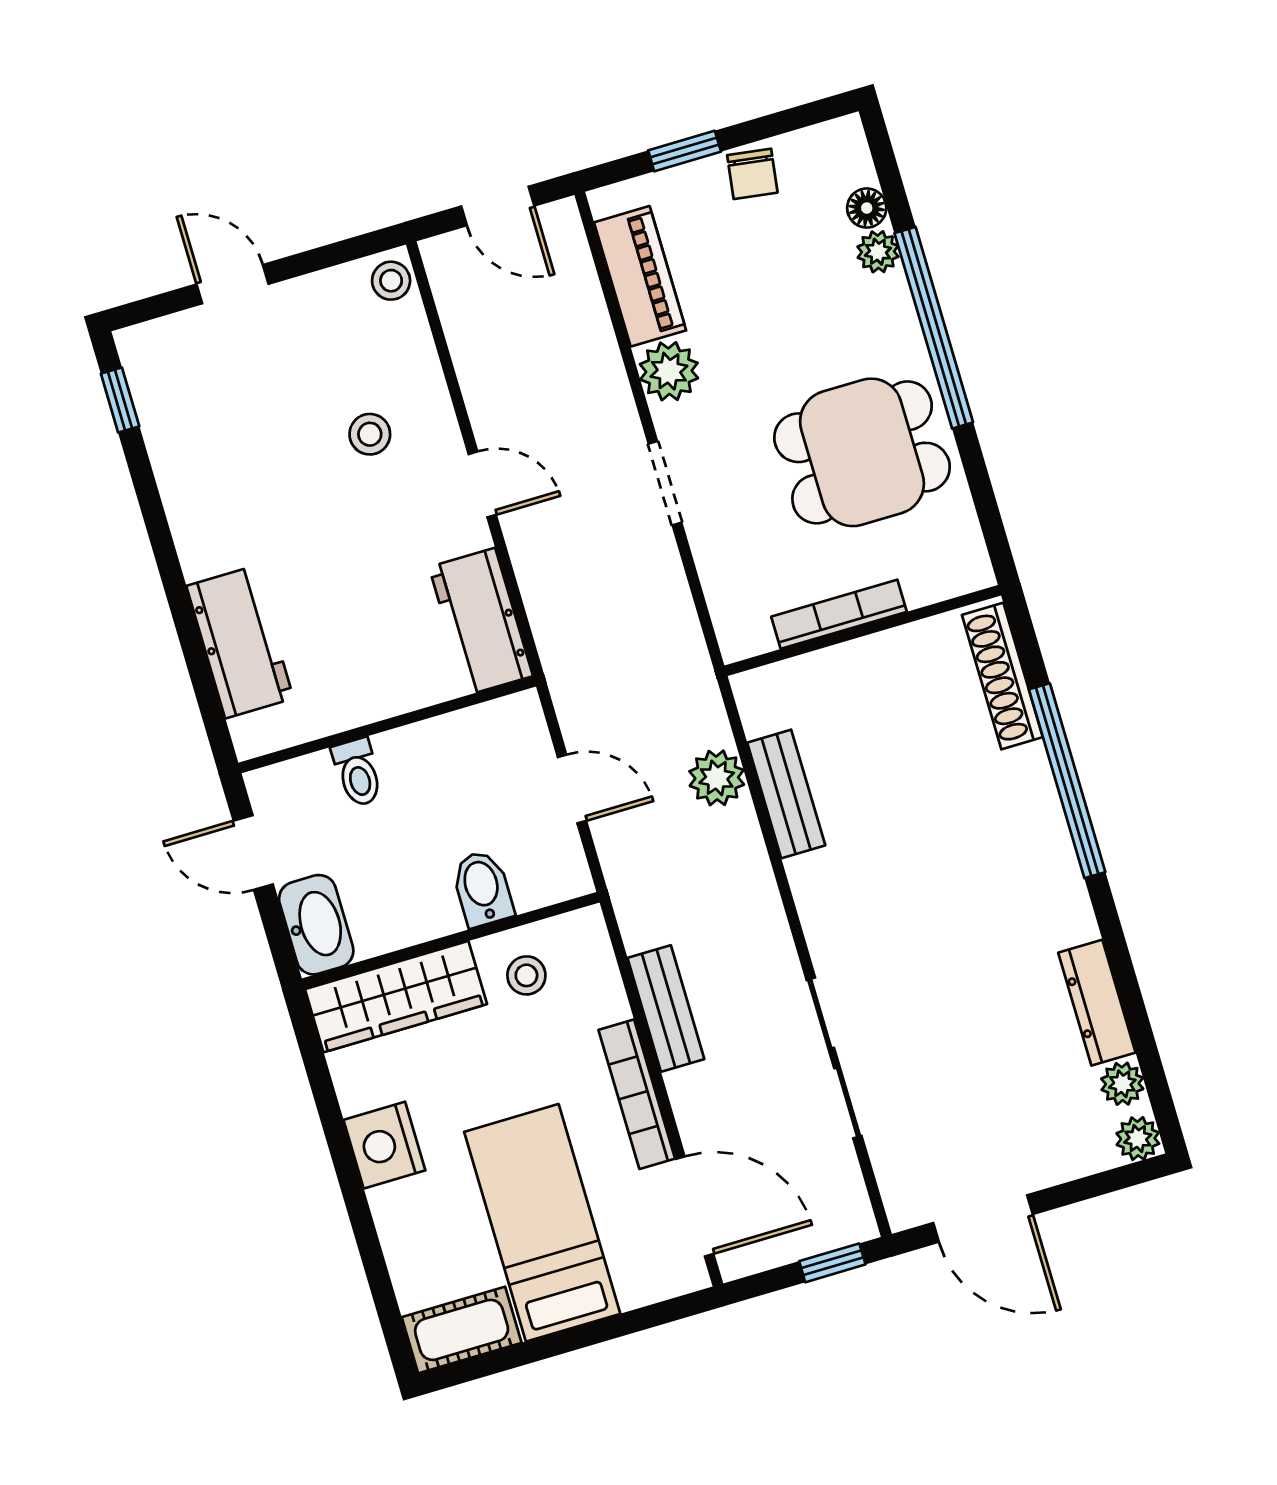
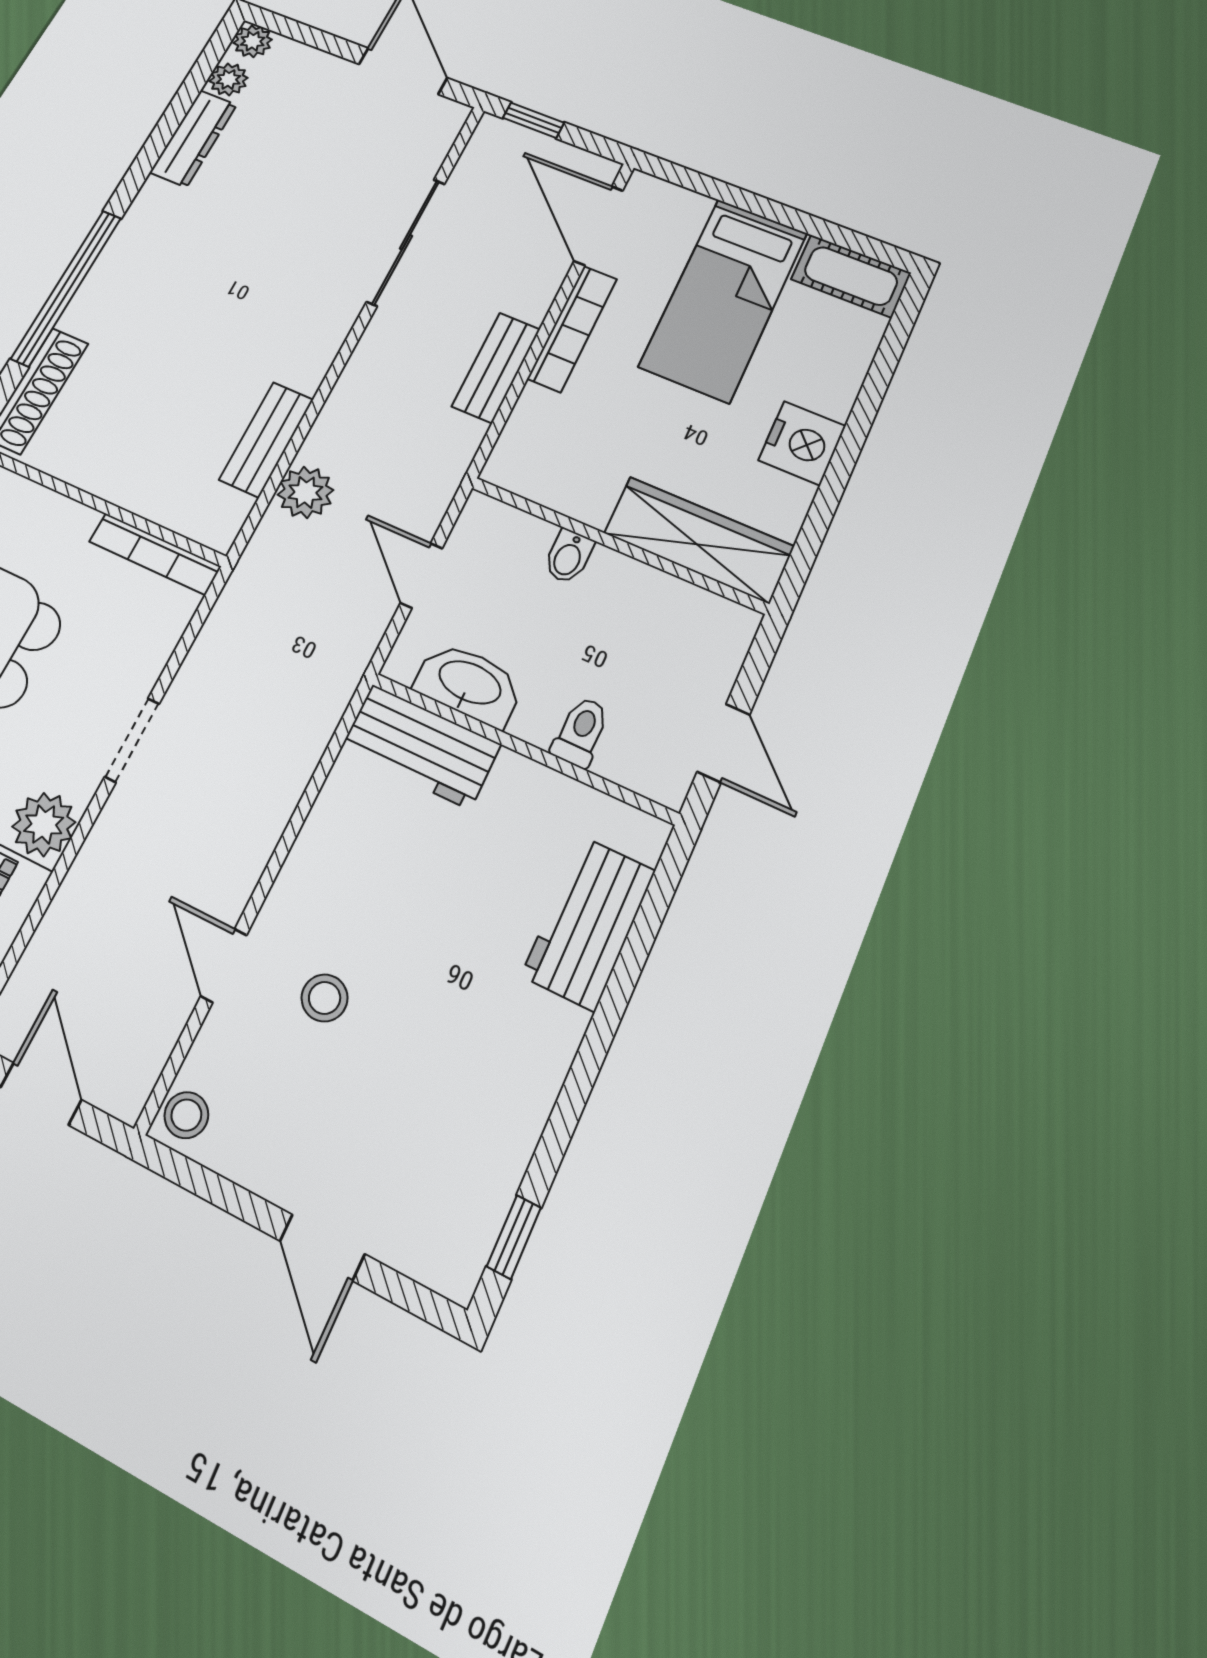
door: (482, 484) -> (224, 966), moved
bookcase: (839, 614) -> (155, 554), moved
workbench: (481, 622) -> (421, 746), moved, turned 90
bidet: (482, 888) -> (569, 556), width x0.72, depth x0.74
washbasin: (316, 925) -> (469, 684), moved, turned 90
stool: (526, 975) -> (581, 473), removed

